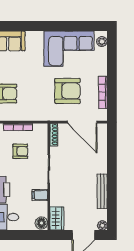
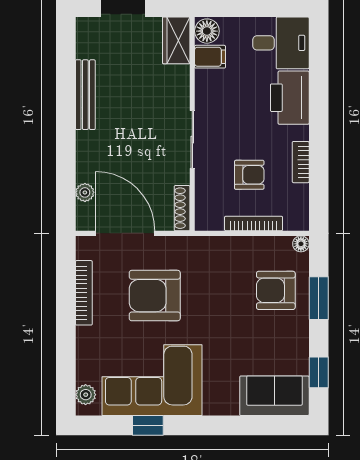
window: (71, 26) -> (148, 425), added
armchair: (20, 151) -> (249, 175), turned 180
filing cabinet: (40, 195) -> (210, 57), moved
plant: (102, 225) -> (85, 192), moved

